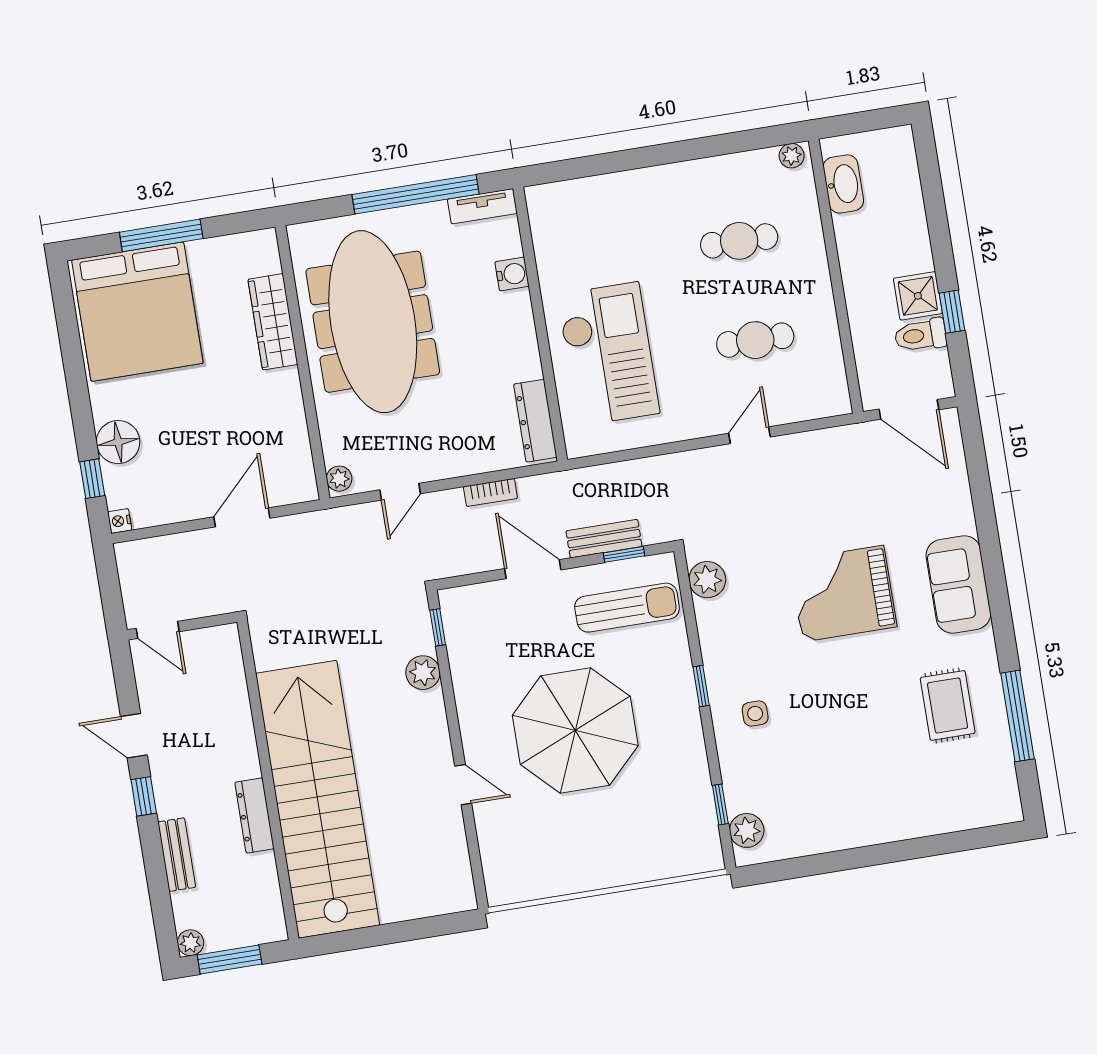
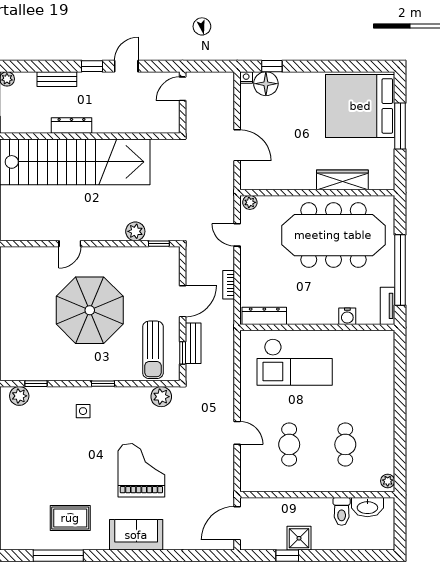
toilet: (920, 335) -> (342, 511), moved, turned 180
floor lamp: (118, 442) -> (266, 84), moved

